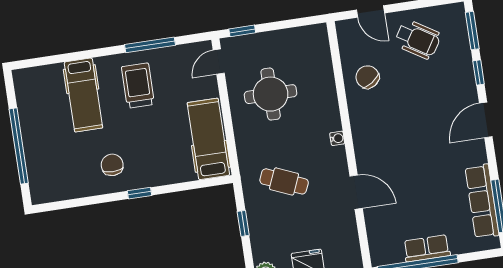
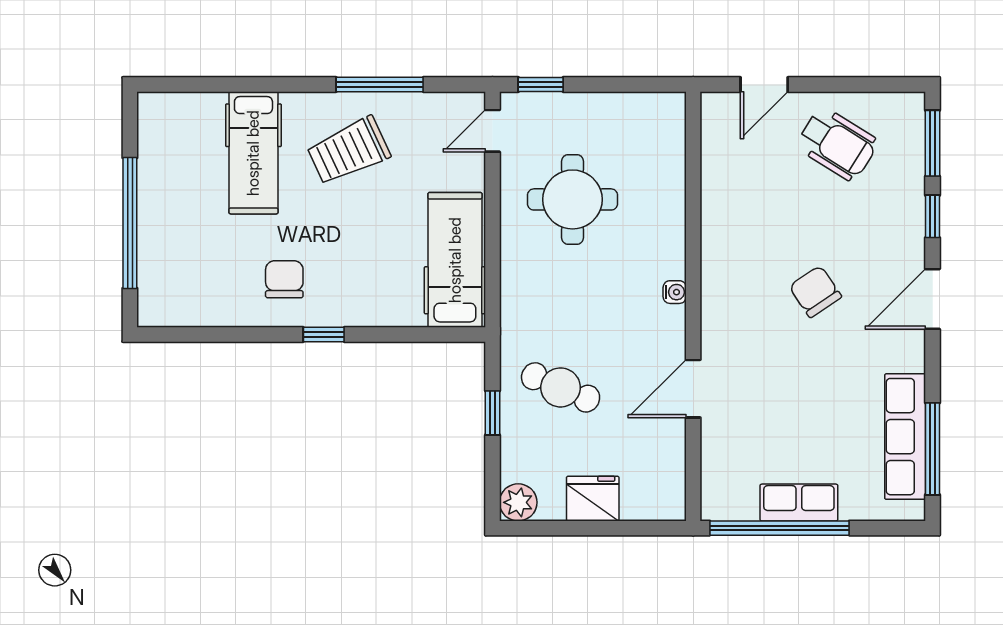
door: (371, 11) -> (764, 85), hinge flipped
chair: (367, 77) -> (815, 292), moved
trolley: (138, 86) -> (349, 151), turned -115
cafe table: (284, 181) -> (561, 387), moved
door: (356, 192) -> (693, 389), swing flipped

